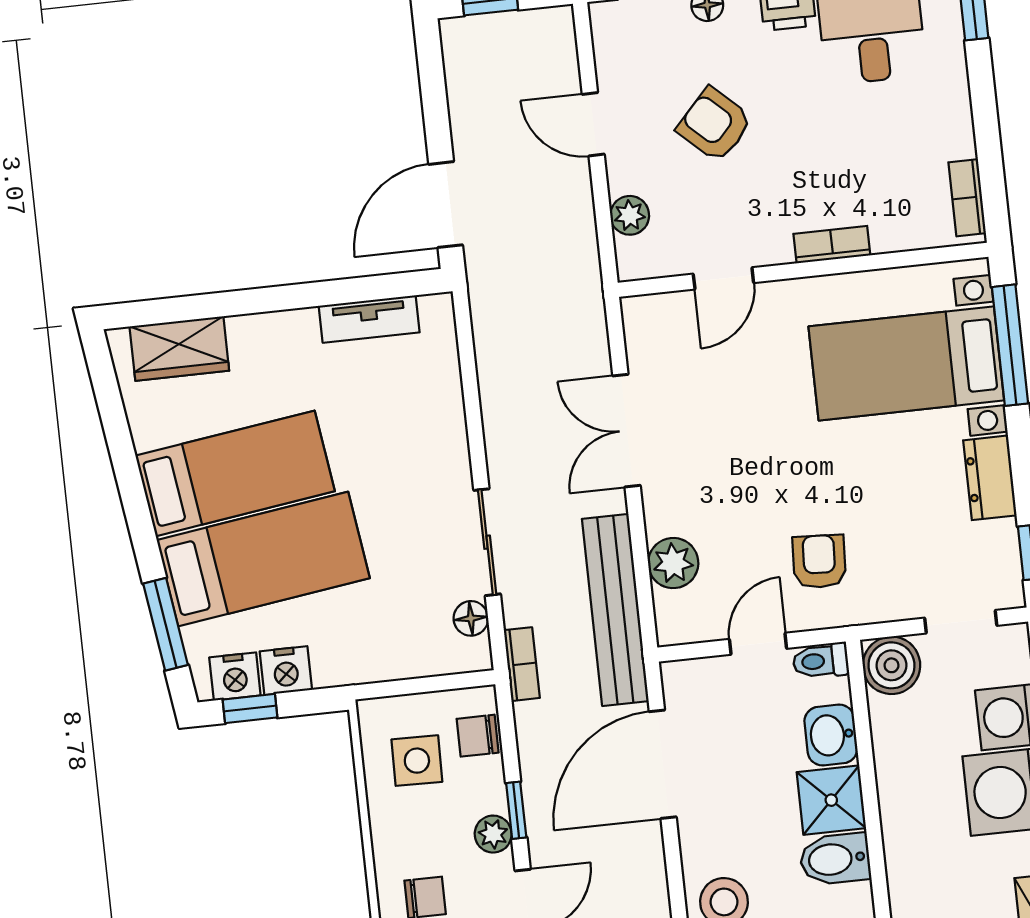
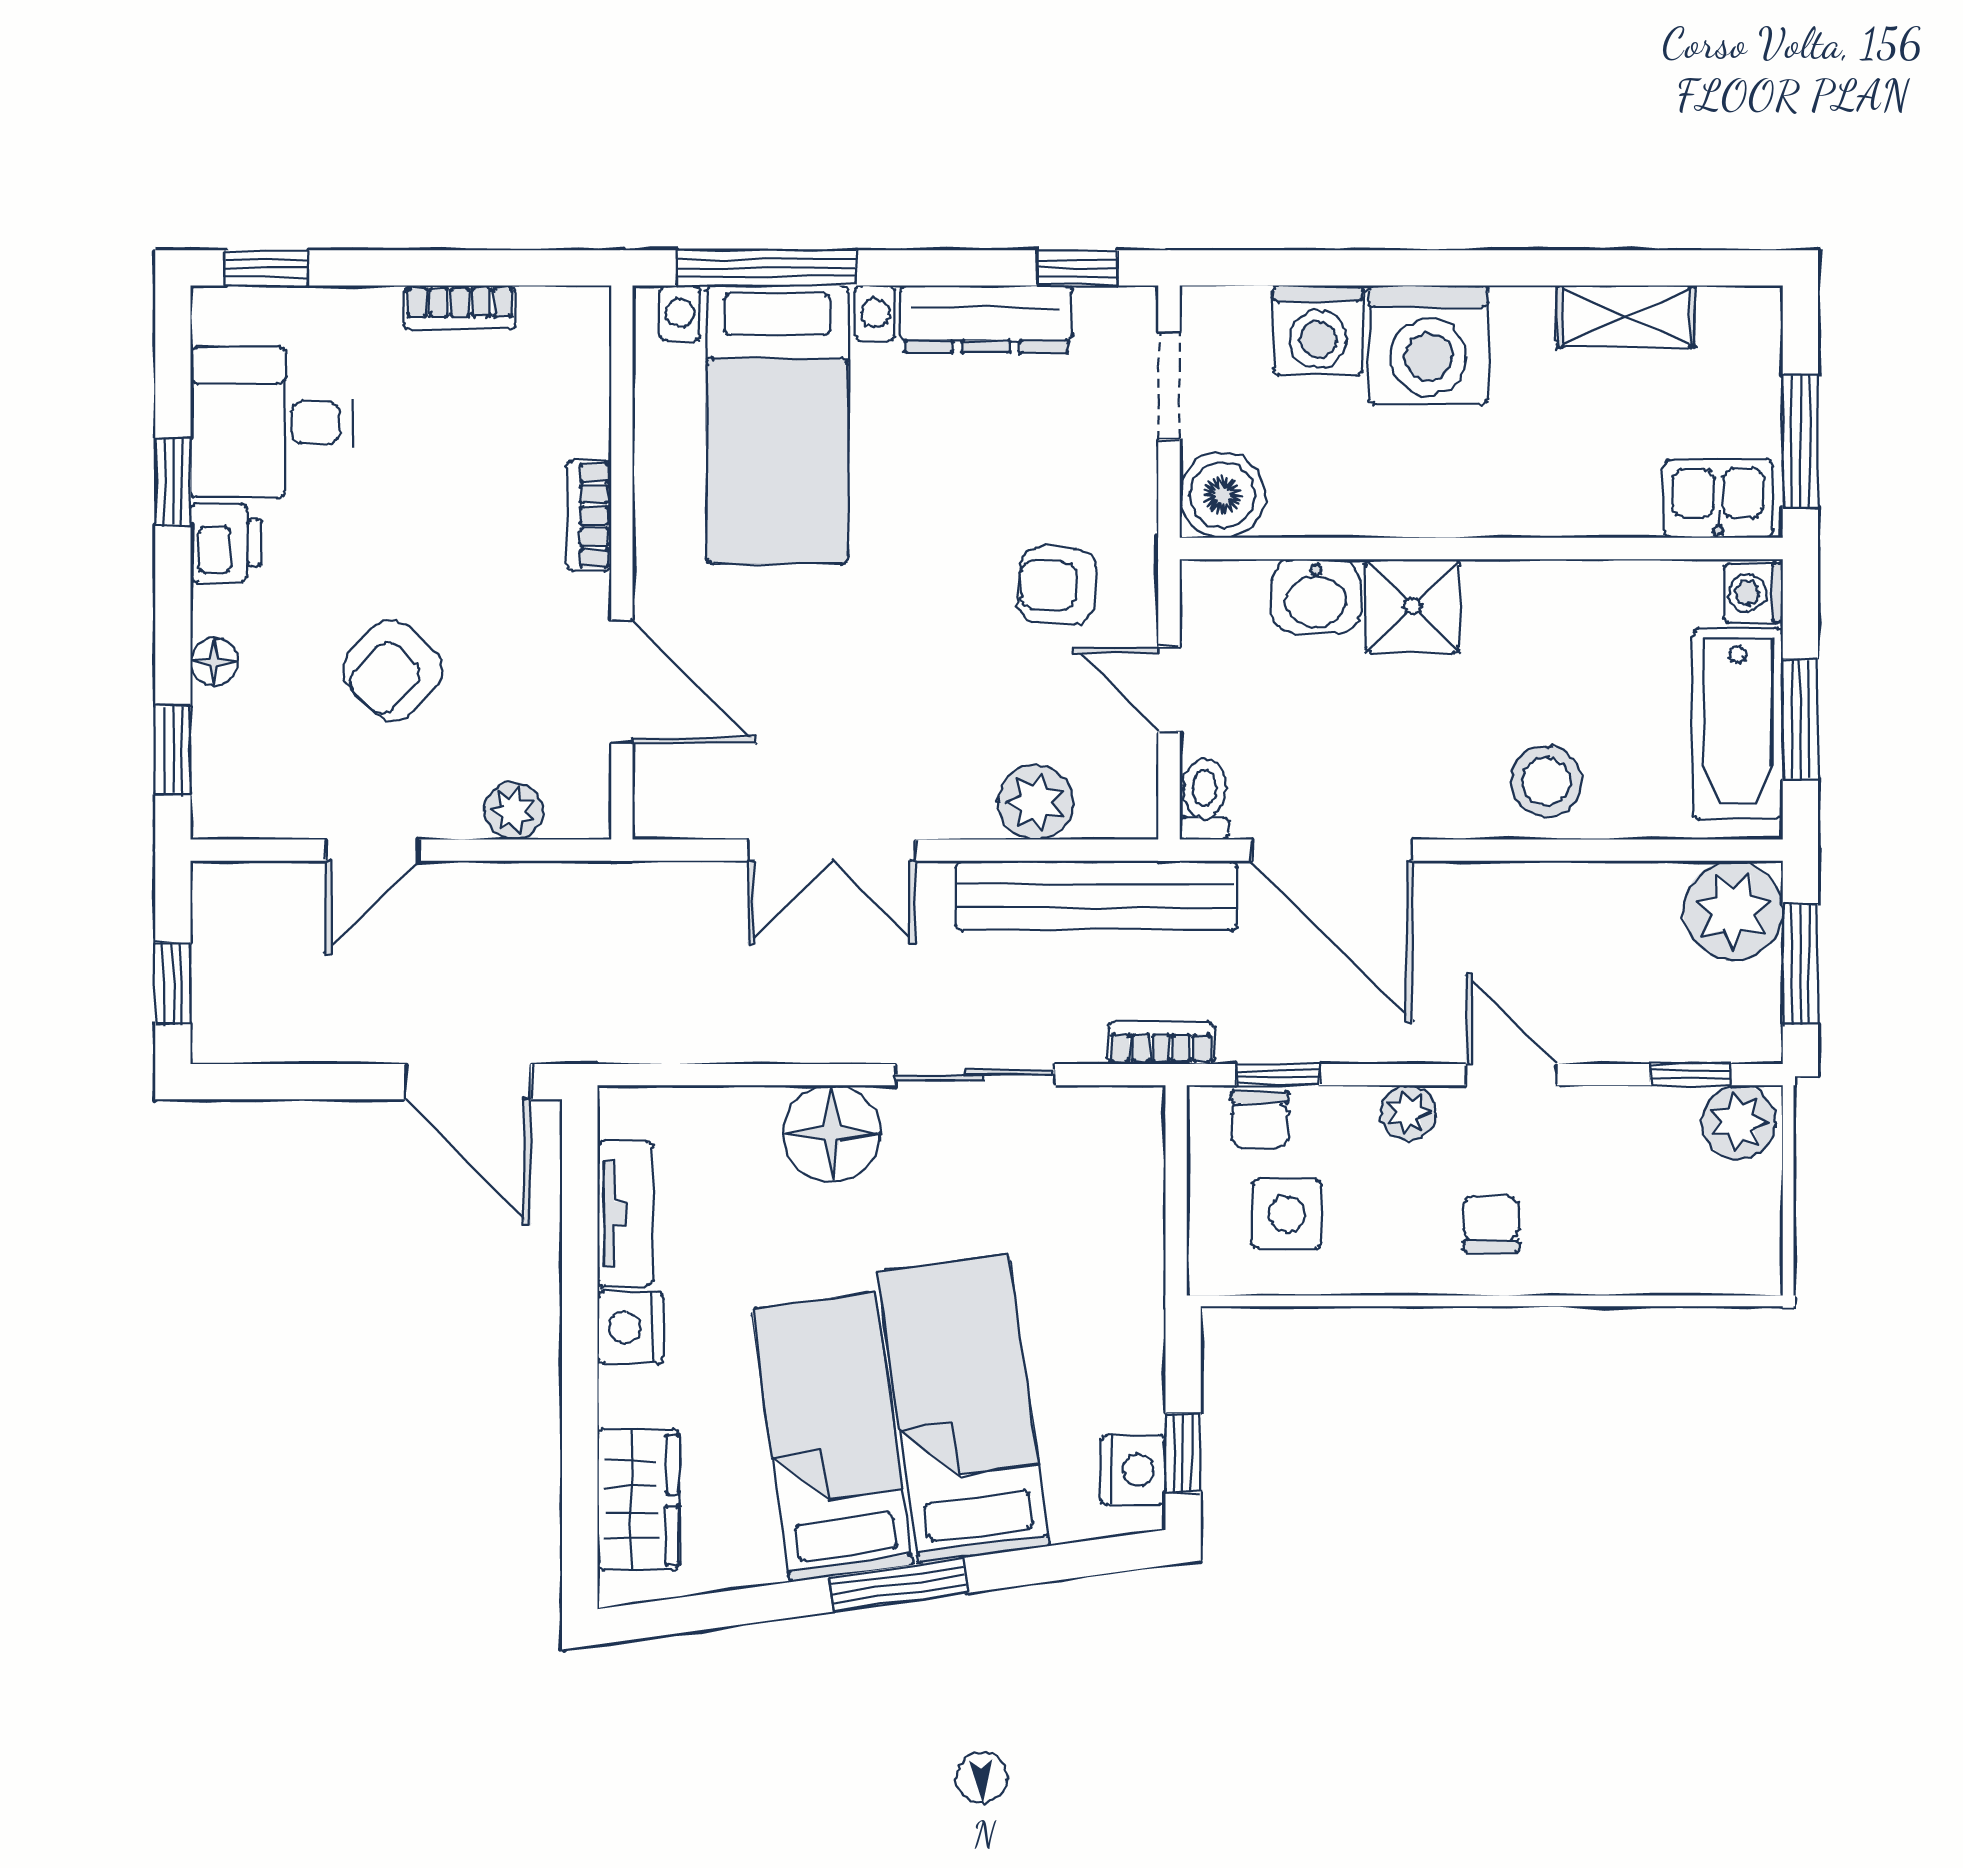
bookcase: (967, 198) -> (460, 308), moved
door: (723, 278) -> (622, 682), width x1.38
dresser: (990, 478) -> (986, 319), width x1.44
floor lamp: (471, 618) -> (832, 1134), moved, width x1.89, depth x1.89
window: (166, 624) -> (899, 1585), moved
toilet: (821, 661) -> (1204, 799), moved, turned 180
nightstand: (286, 671) -> (630, 1327), moved, turned 180
window: (516, 810) -> (1278, 1075), moved
bidet: (835, 859) -> (1500, 610), removed

